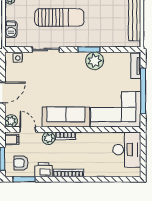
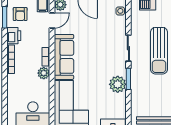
sliding door: (46, 49) -> (128, 48), moved
plant: (49, 138) -> (44, 73), moved
armchair: (21, 163) -> (20, 14), turned 180

